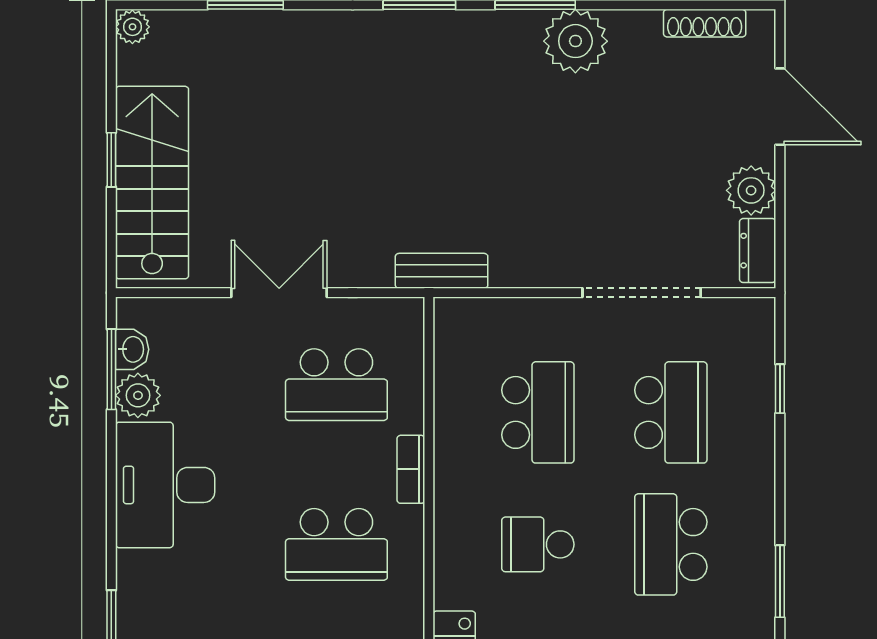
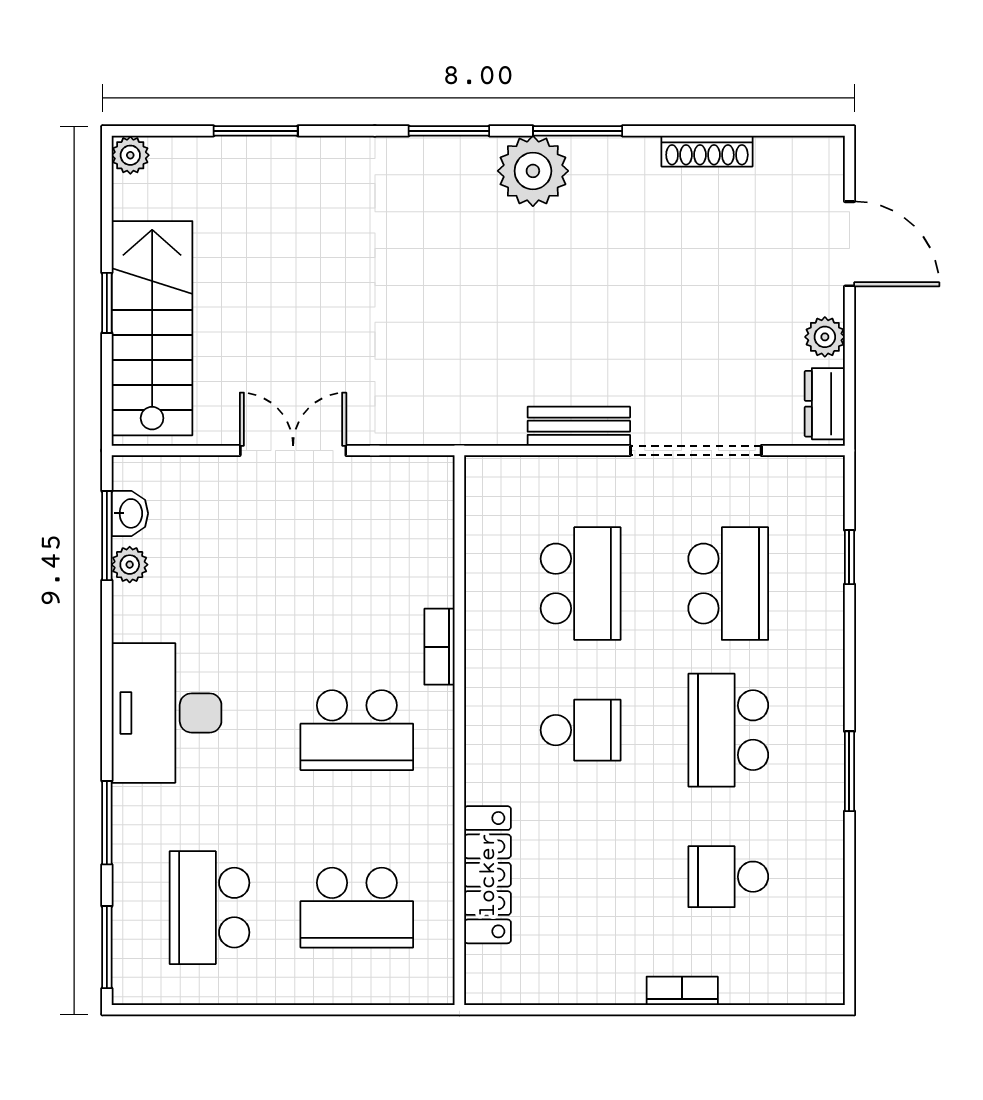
shoe rack: (705, 23) -> (707, 151), moved
plant: (575, 41) -> (533, 171), moved
plant: (751, 190) -> (825, 337), width x0.73, depth x0.73
bench: (442, 271) -> (579, 426), moved
school desk: (336, 385) -> (357, 553), removed
plant: (138, 395) -> (130, 565), width x0.73, depth x0.73
desk: (165, 485) -> (167, 713), moved
school desk: (538, 544) -> (581, 730), turned 180

